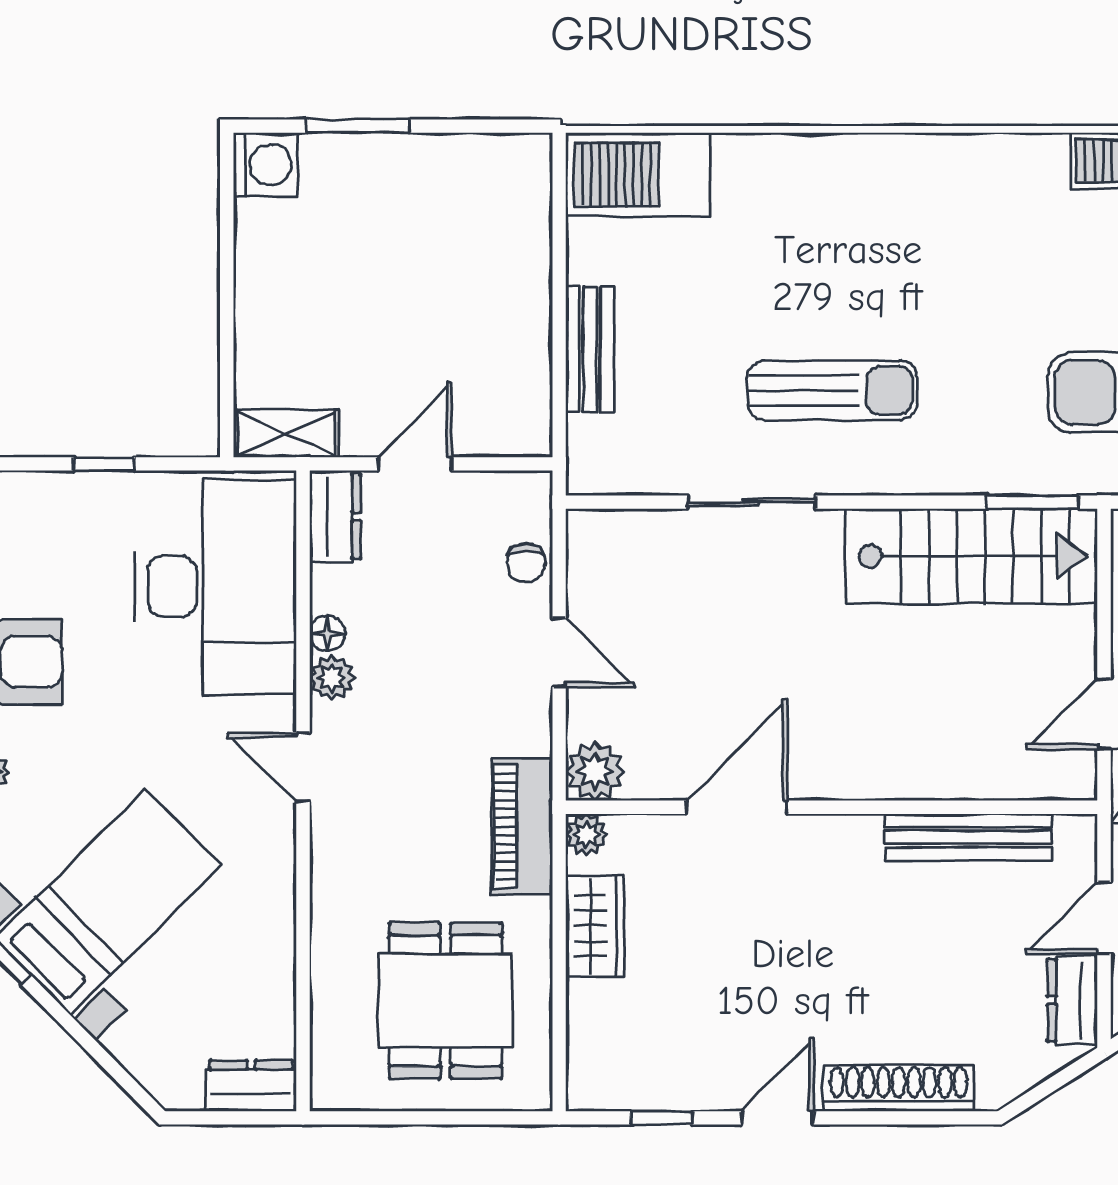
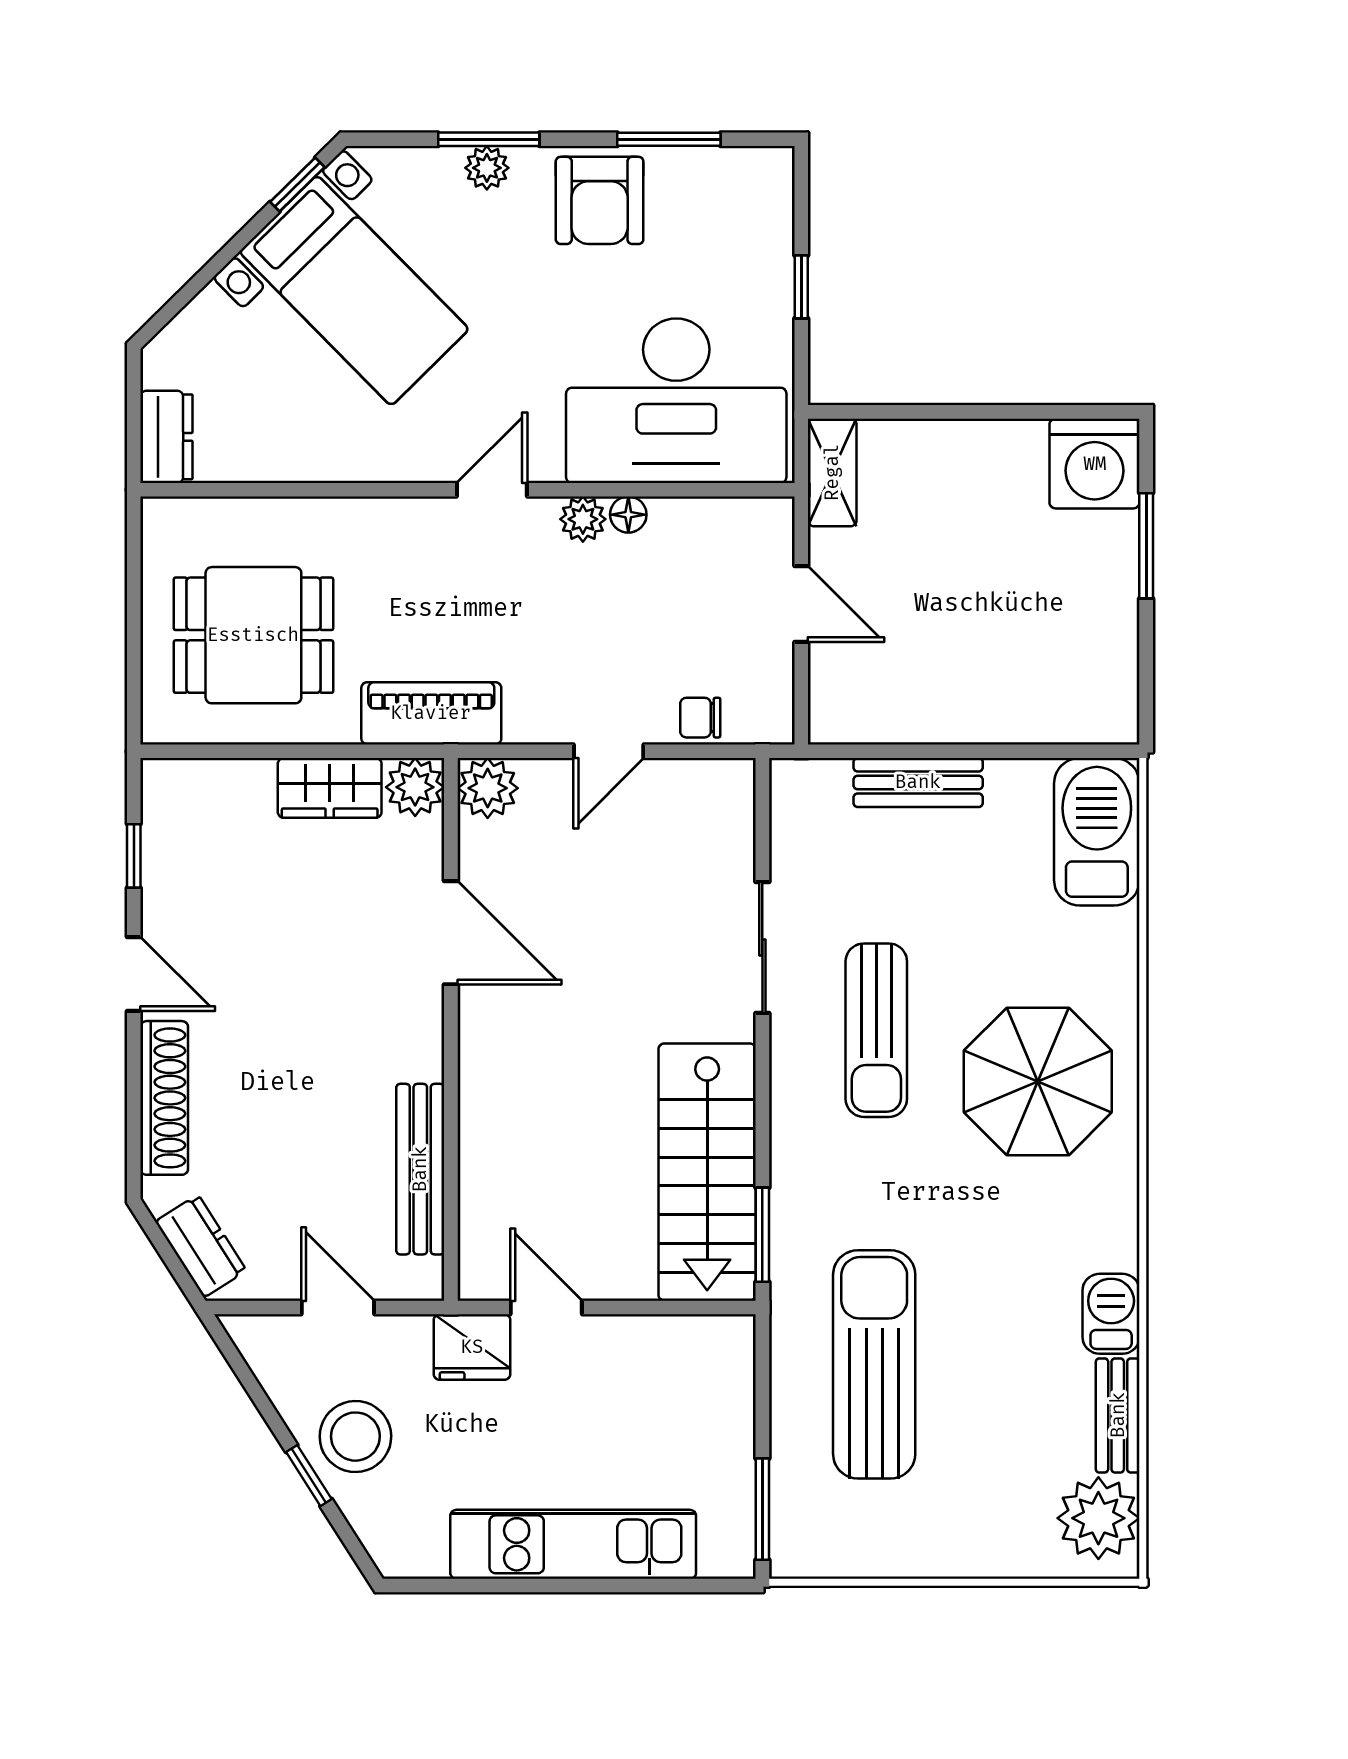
washing machine: (265, 165) -> (1095, 464), width x1.37, depth x1.37
parasol: (883, 232) -> (1038, 1081), added
dresser: (335, 516) -> (748, 523), removed
plant: (586, 835) -> (415, 787), width x1.38, depth x1.38
dresser: (1072, 1000) -> (201, 1246), moved, turned 57

